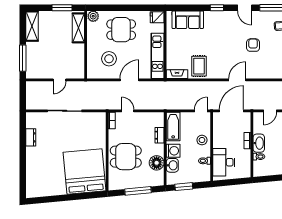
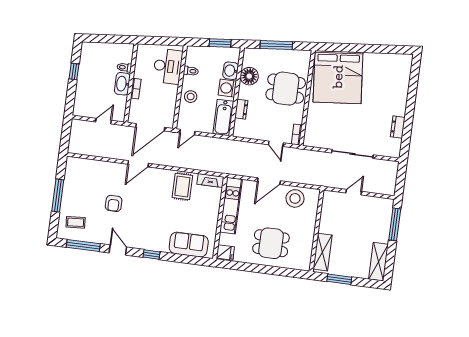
plant: (93, 16) -> (303, 264), removed
stool: (109, 59) -> (295, 198), moved

